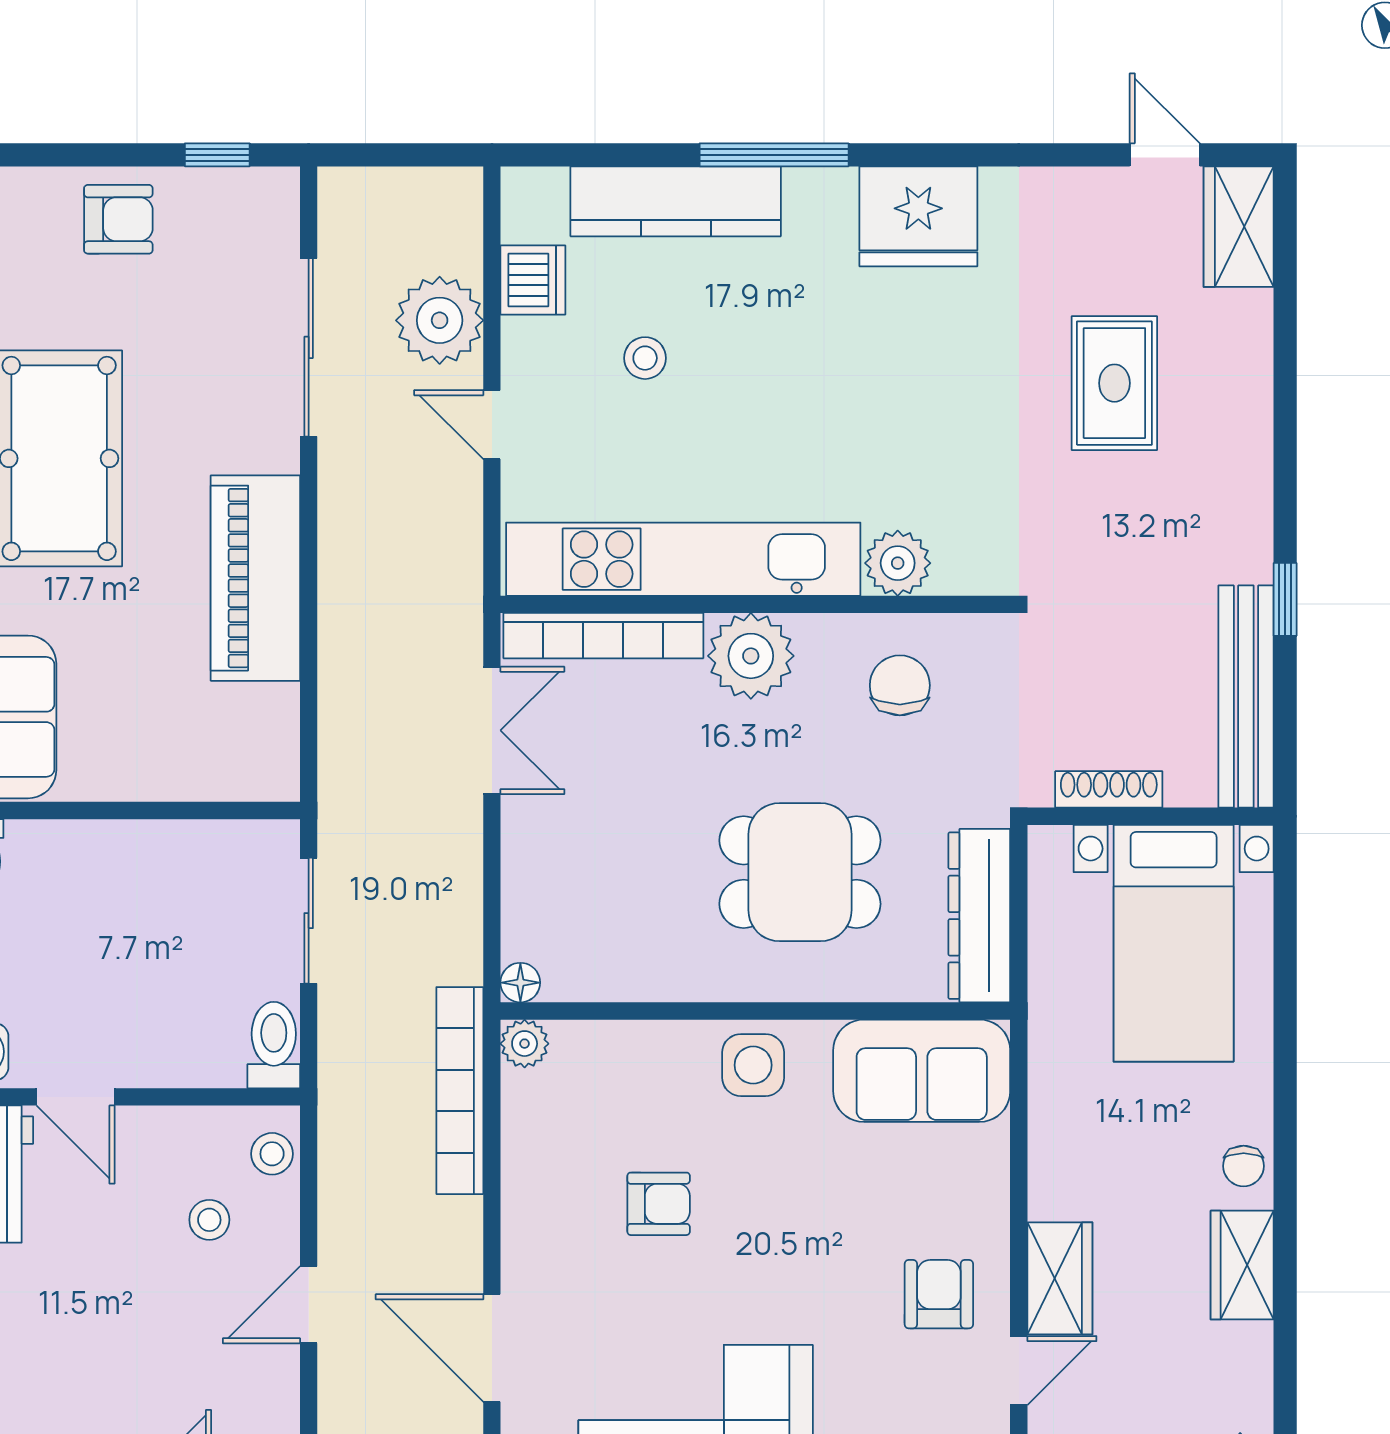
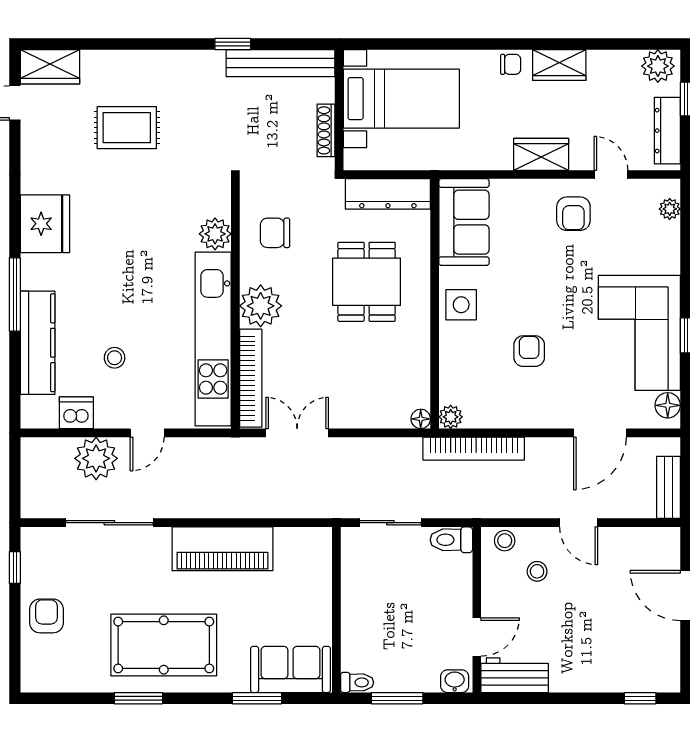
wardrobe: (1060, 1278) -> (541, 154), moved
armchair: (939, 1294) -> (573, 214), turned -90

